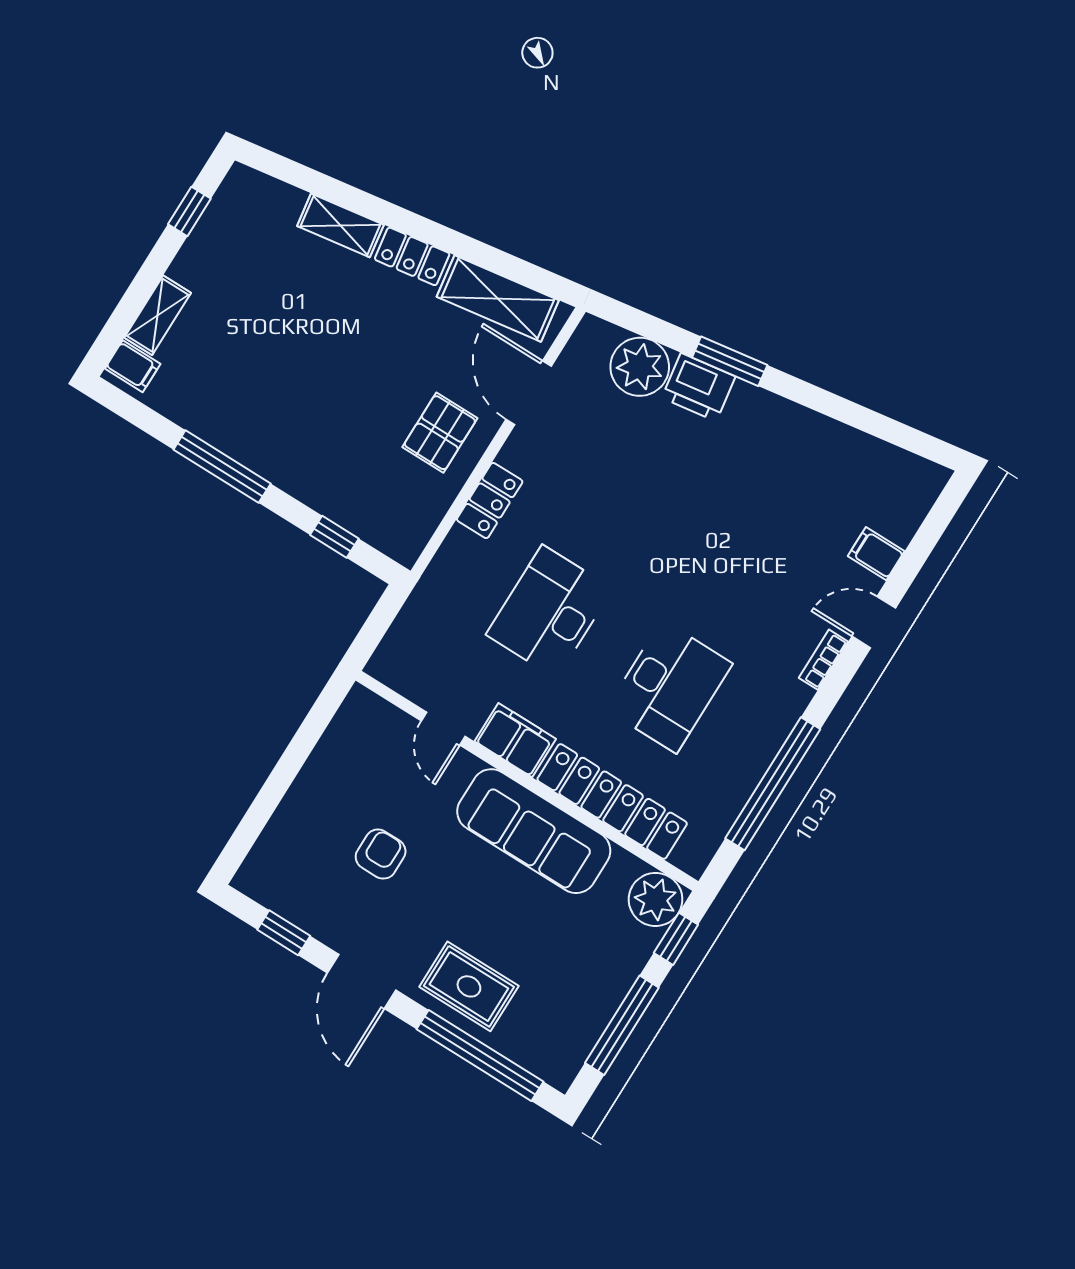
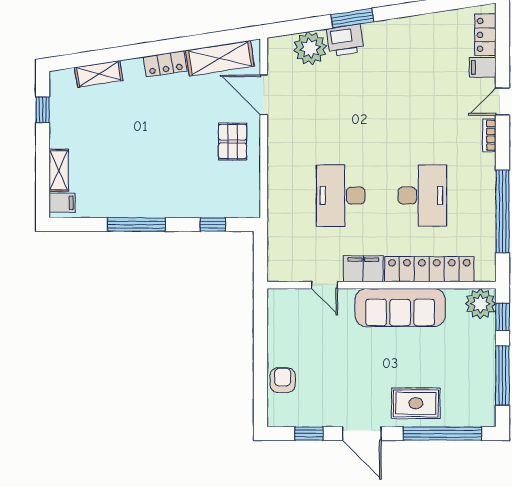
shelving: (340, 225) -> (99, 74), moved
locker: (490, 501) -> (485, 35), moved, turned 180
armchair: (381, 854) -> (283, 380), moved

